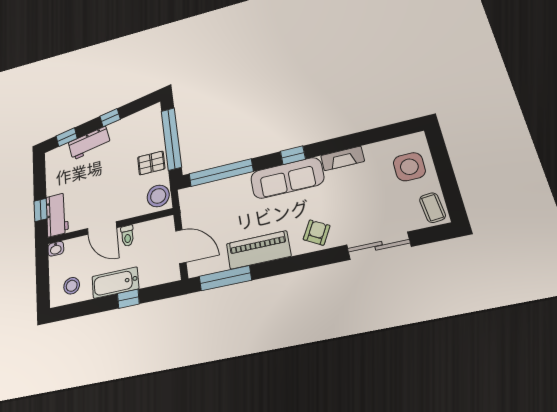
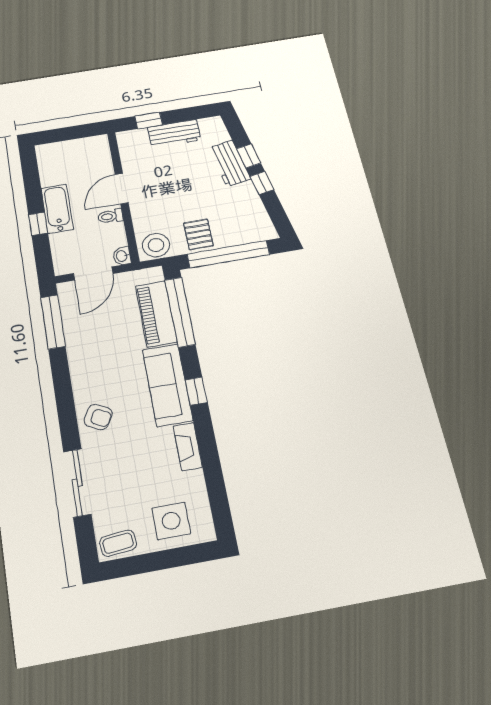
window: (67, 137) -> (249, 156), moved
workbench: (57, 215) -> (174, 134), moved
washbasin: (56, 249) -> (122, 256), moved
piano: (259, 250) -> (156, 314), moved, turned 180
stool: (72, 286) -> (57, 164), removed

